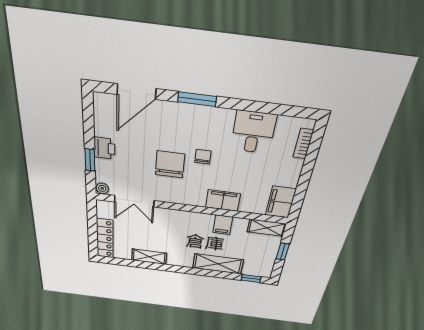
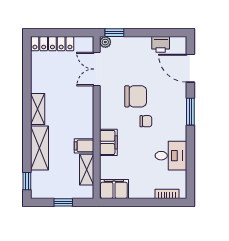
printer: (104, 148) -> (161, 44), moved
window: (90, 160) -> (114, 33), moved
shelving: (267, 228) -> (87, 170), moved
shelving: (149, 257) -> (38, 109), moved

